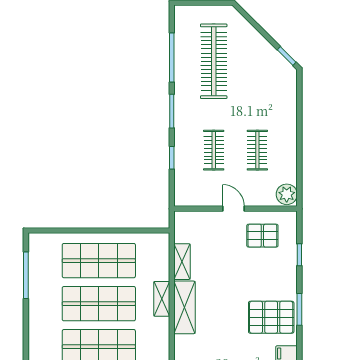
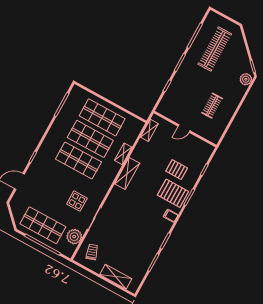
clothes rail: (214, 150) -> (190, 94), removed
plant: (287, 194) -> (246, 79), moved
door: (233, 209) -> (184, 128), swing flipped
pallet: (262, 236) -> (177, 170), moved
shelving: (182, 262) -> (149, 130), moved
shelving: (184, 307) -> (127, 174), moved

